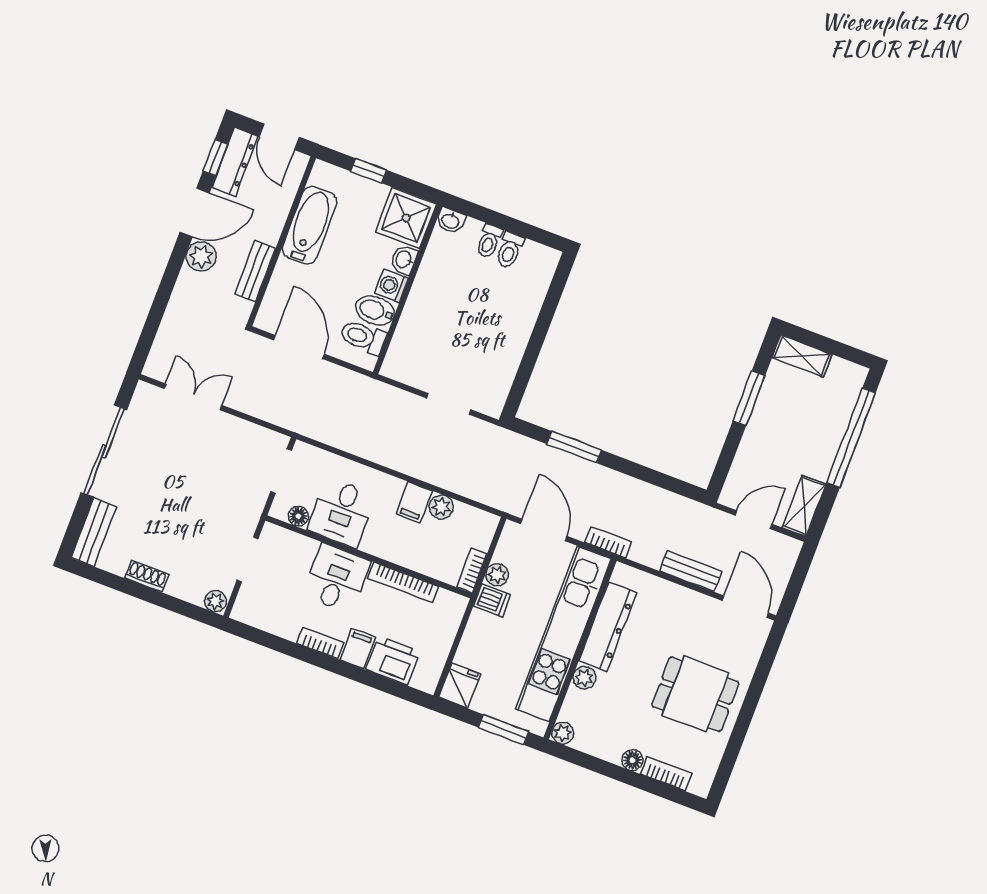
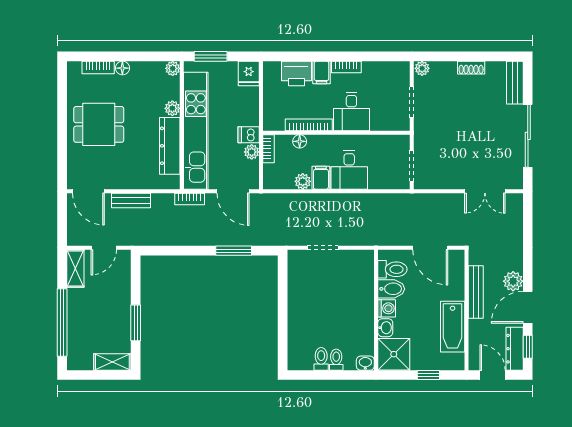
bench: (255, 271) -> (476, 292), width x1.36
desk: (342, 513) -> (349, 170), moved, turned 180
floor lamp: (298, 516) -> (300, 141), moved

